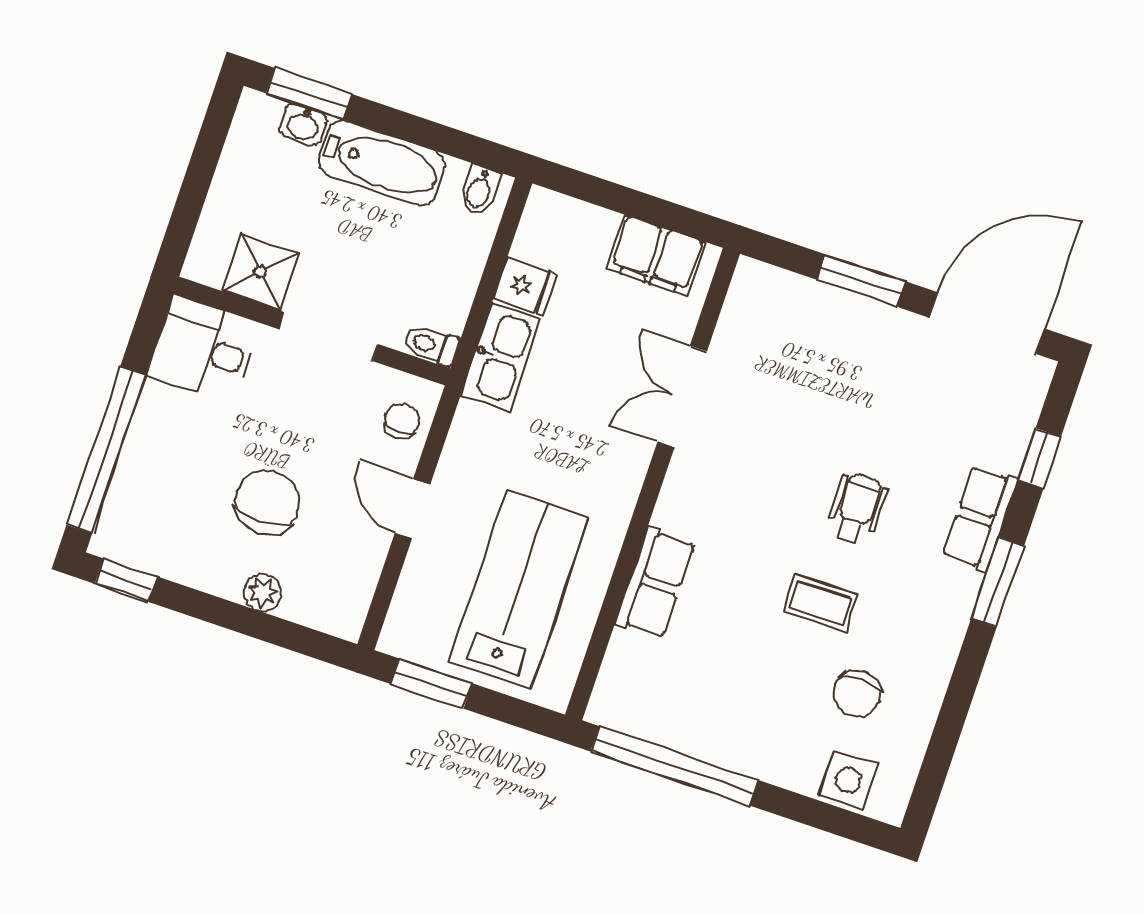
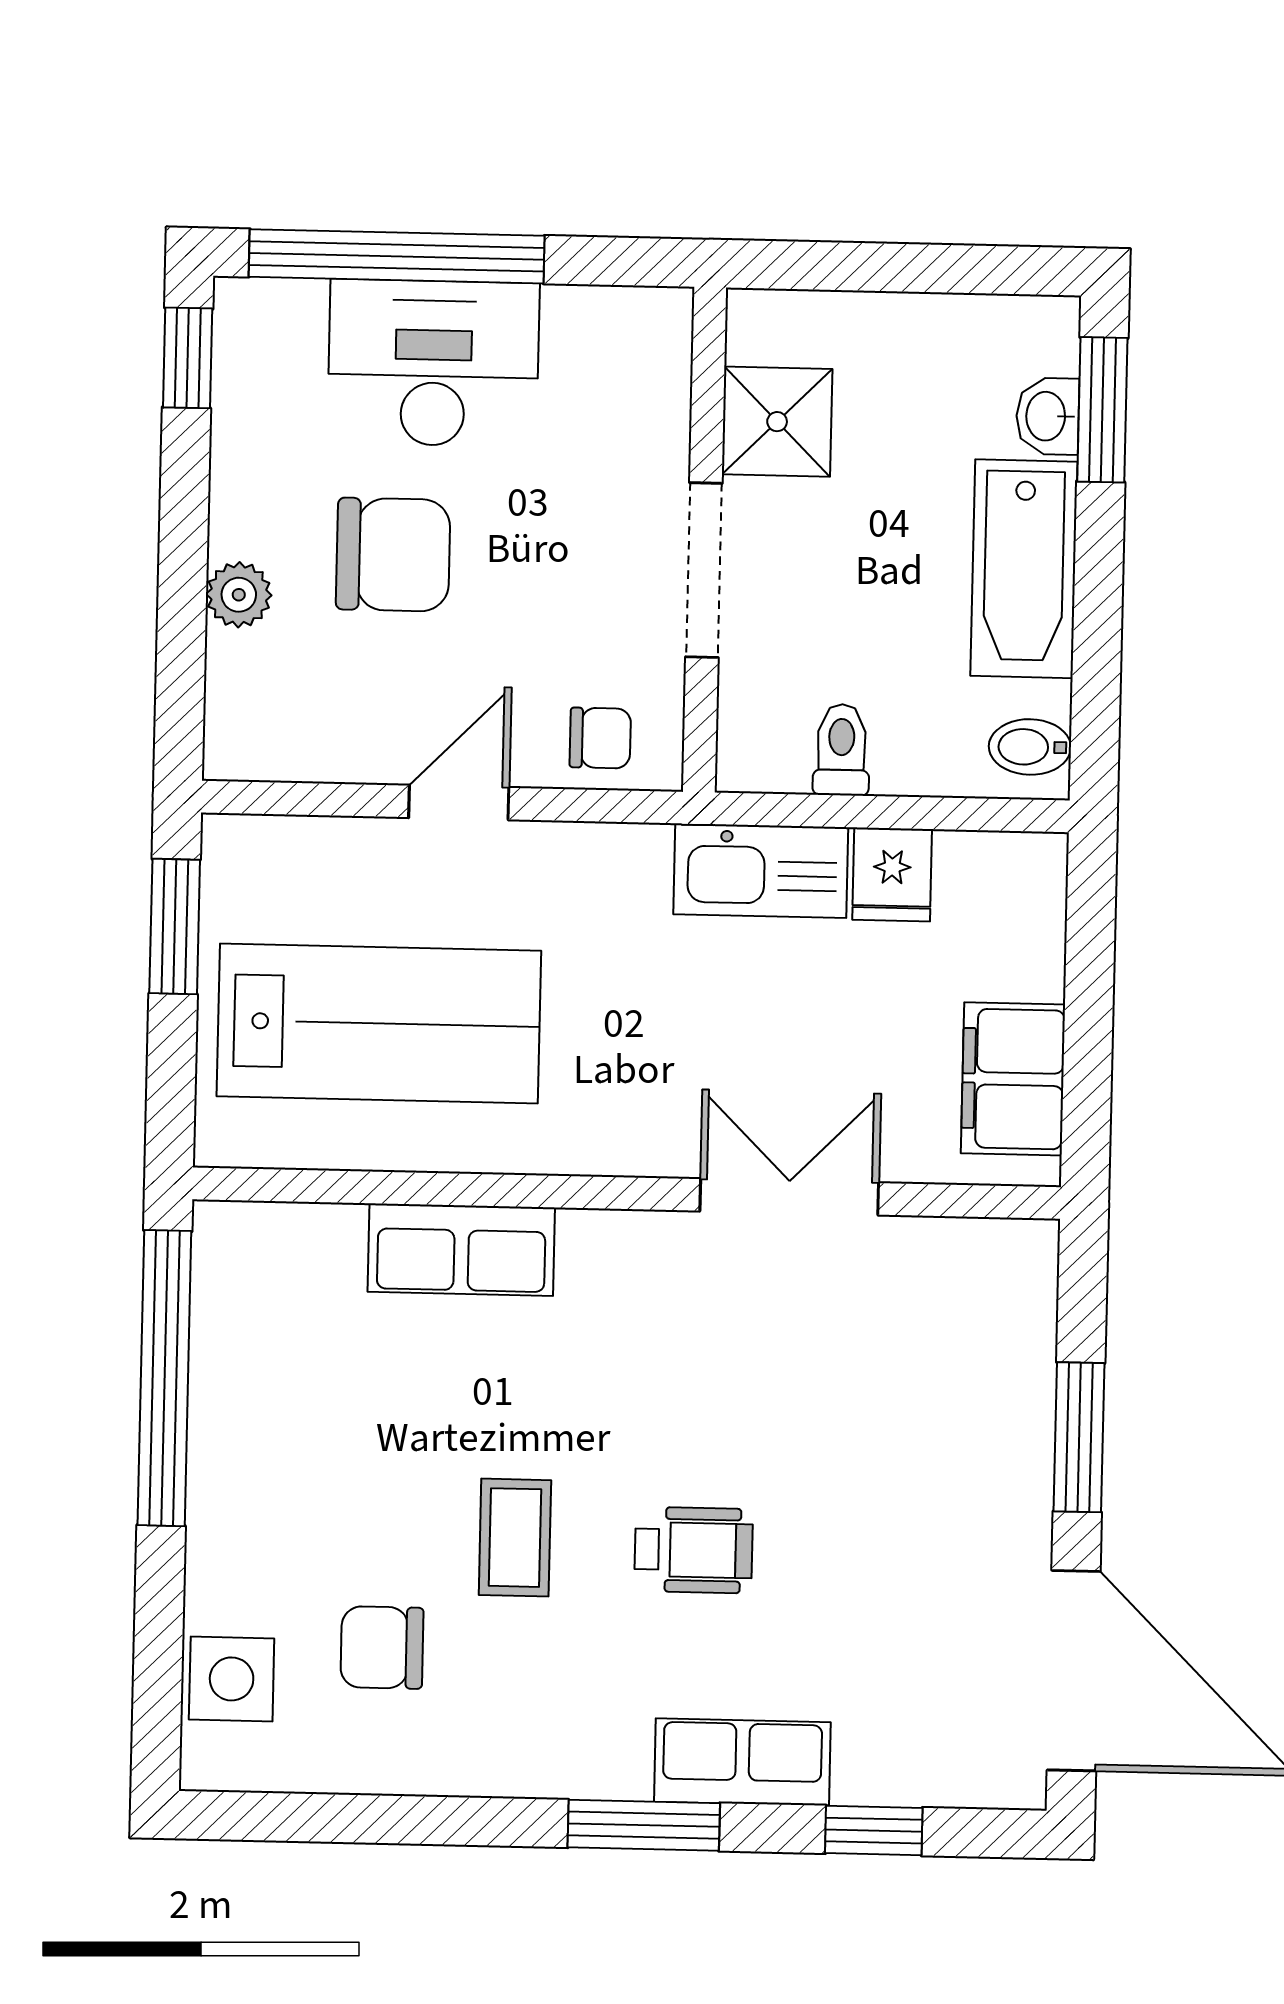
toilet: (431, 345) -> (841, 750), moved
desk: (204, 349) -> (433, 363), moved, width x1.37

